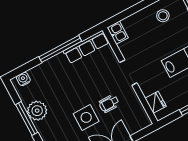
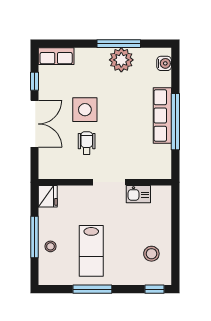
kitchen sink: (118, 33) -> (138, 194), moved
row of seats: (86, 47) -> (162, 115), moved
fridge: (156, 102) -> (48, 196), moved, turned -90

